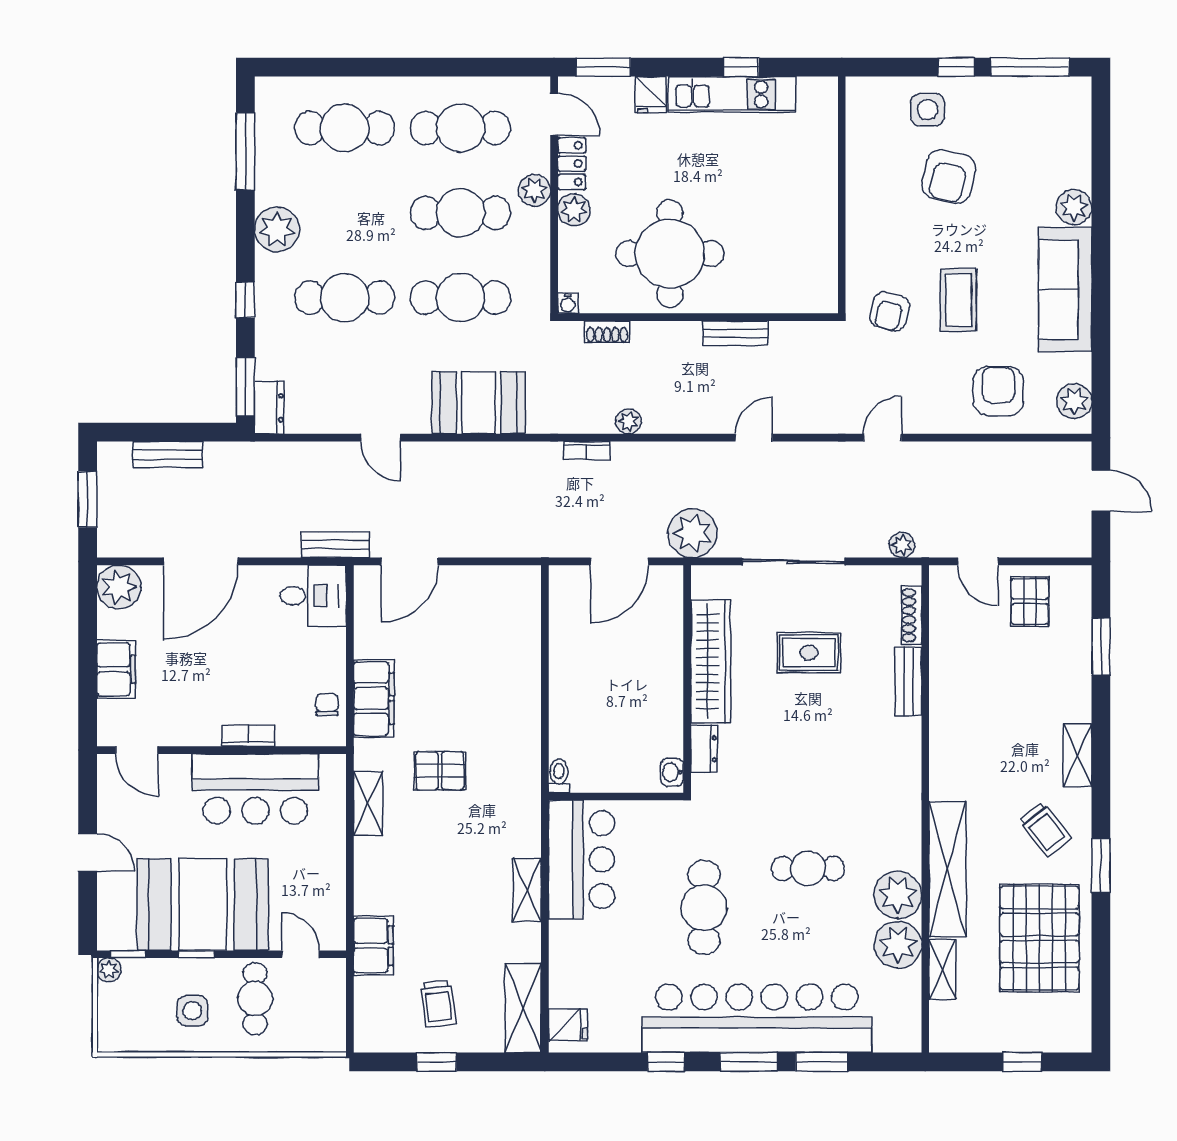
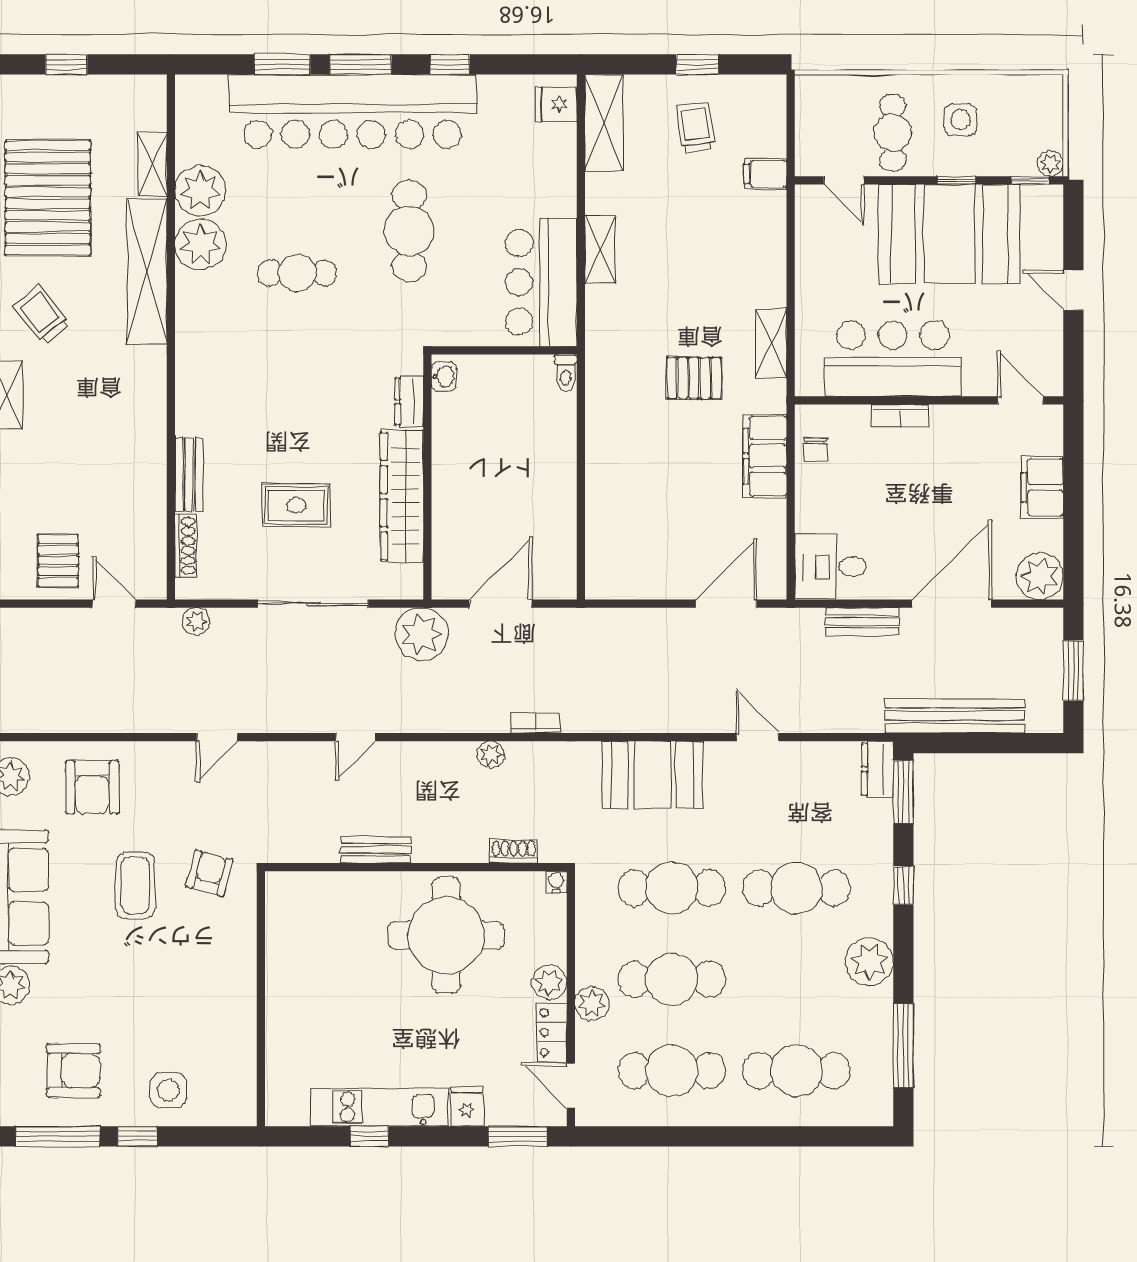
armchair: (949, 177) -> (73, 1071), moved, turned 78
bench: (168, 455) -> (955, 716), width x1.86, depth x1.21
bench: (335, 545) -> (862, 622), moved
filing cabinet: (373, 946) -> (765, 174), width x0.50

